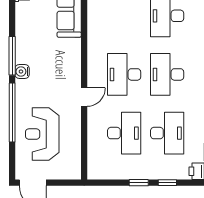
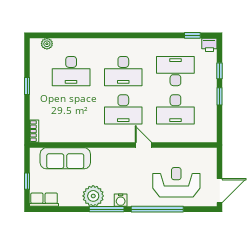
plant: (27, 41) -> (93, 196), added
desk: (124, 133) -> (175, 109), turned 180
reception desk: (42, 134) -> (176, 182), turned 180

